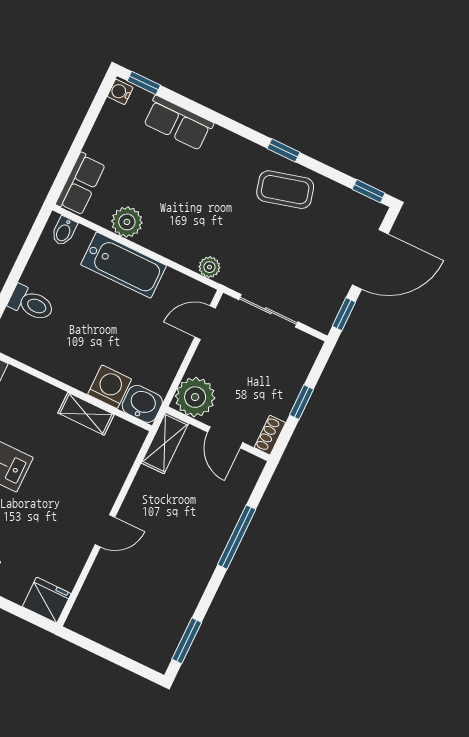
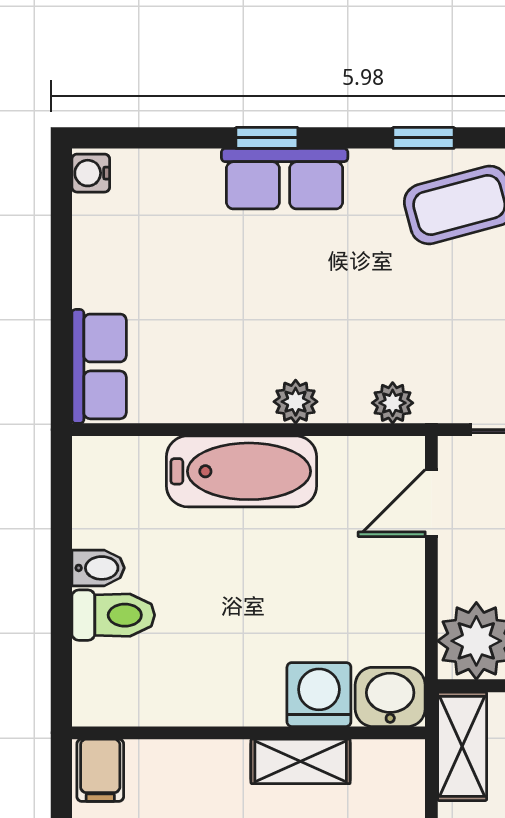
window: (144, 83) -> (267, 138), moved
row of seats: (178, 123) -> (285, 179), moved
plant: (127, 222) -> (296, 402), moved, width x0.73, depth x0.73
bidet: (64, 231) -> (98, 568), moved, turned -90

